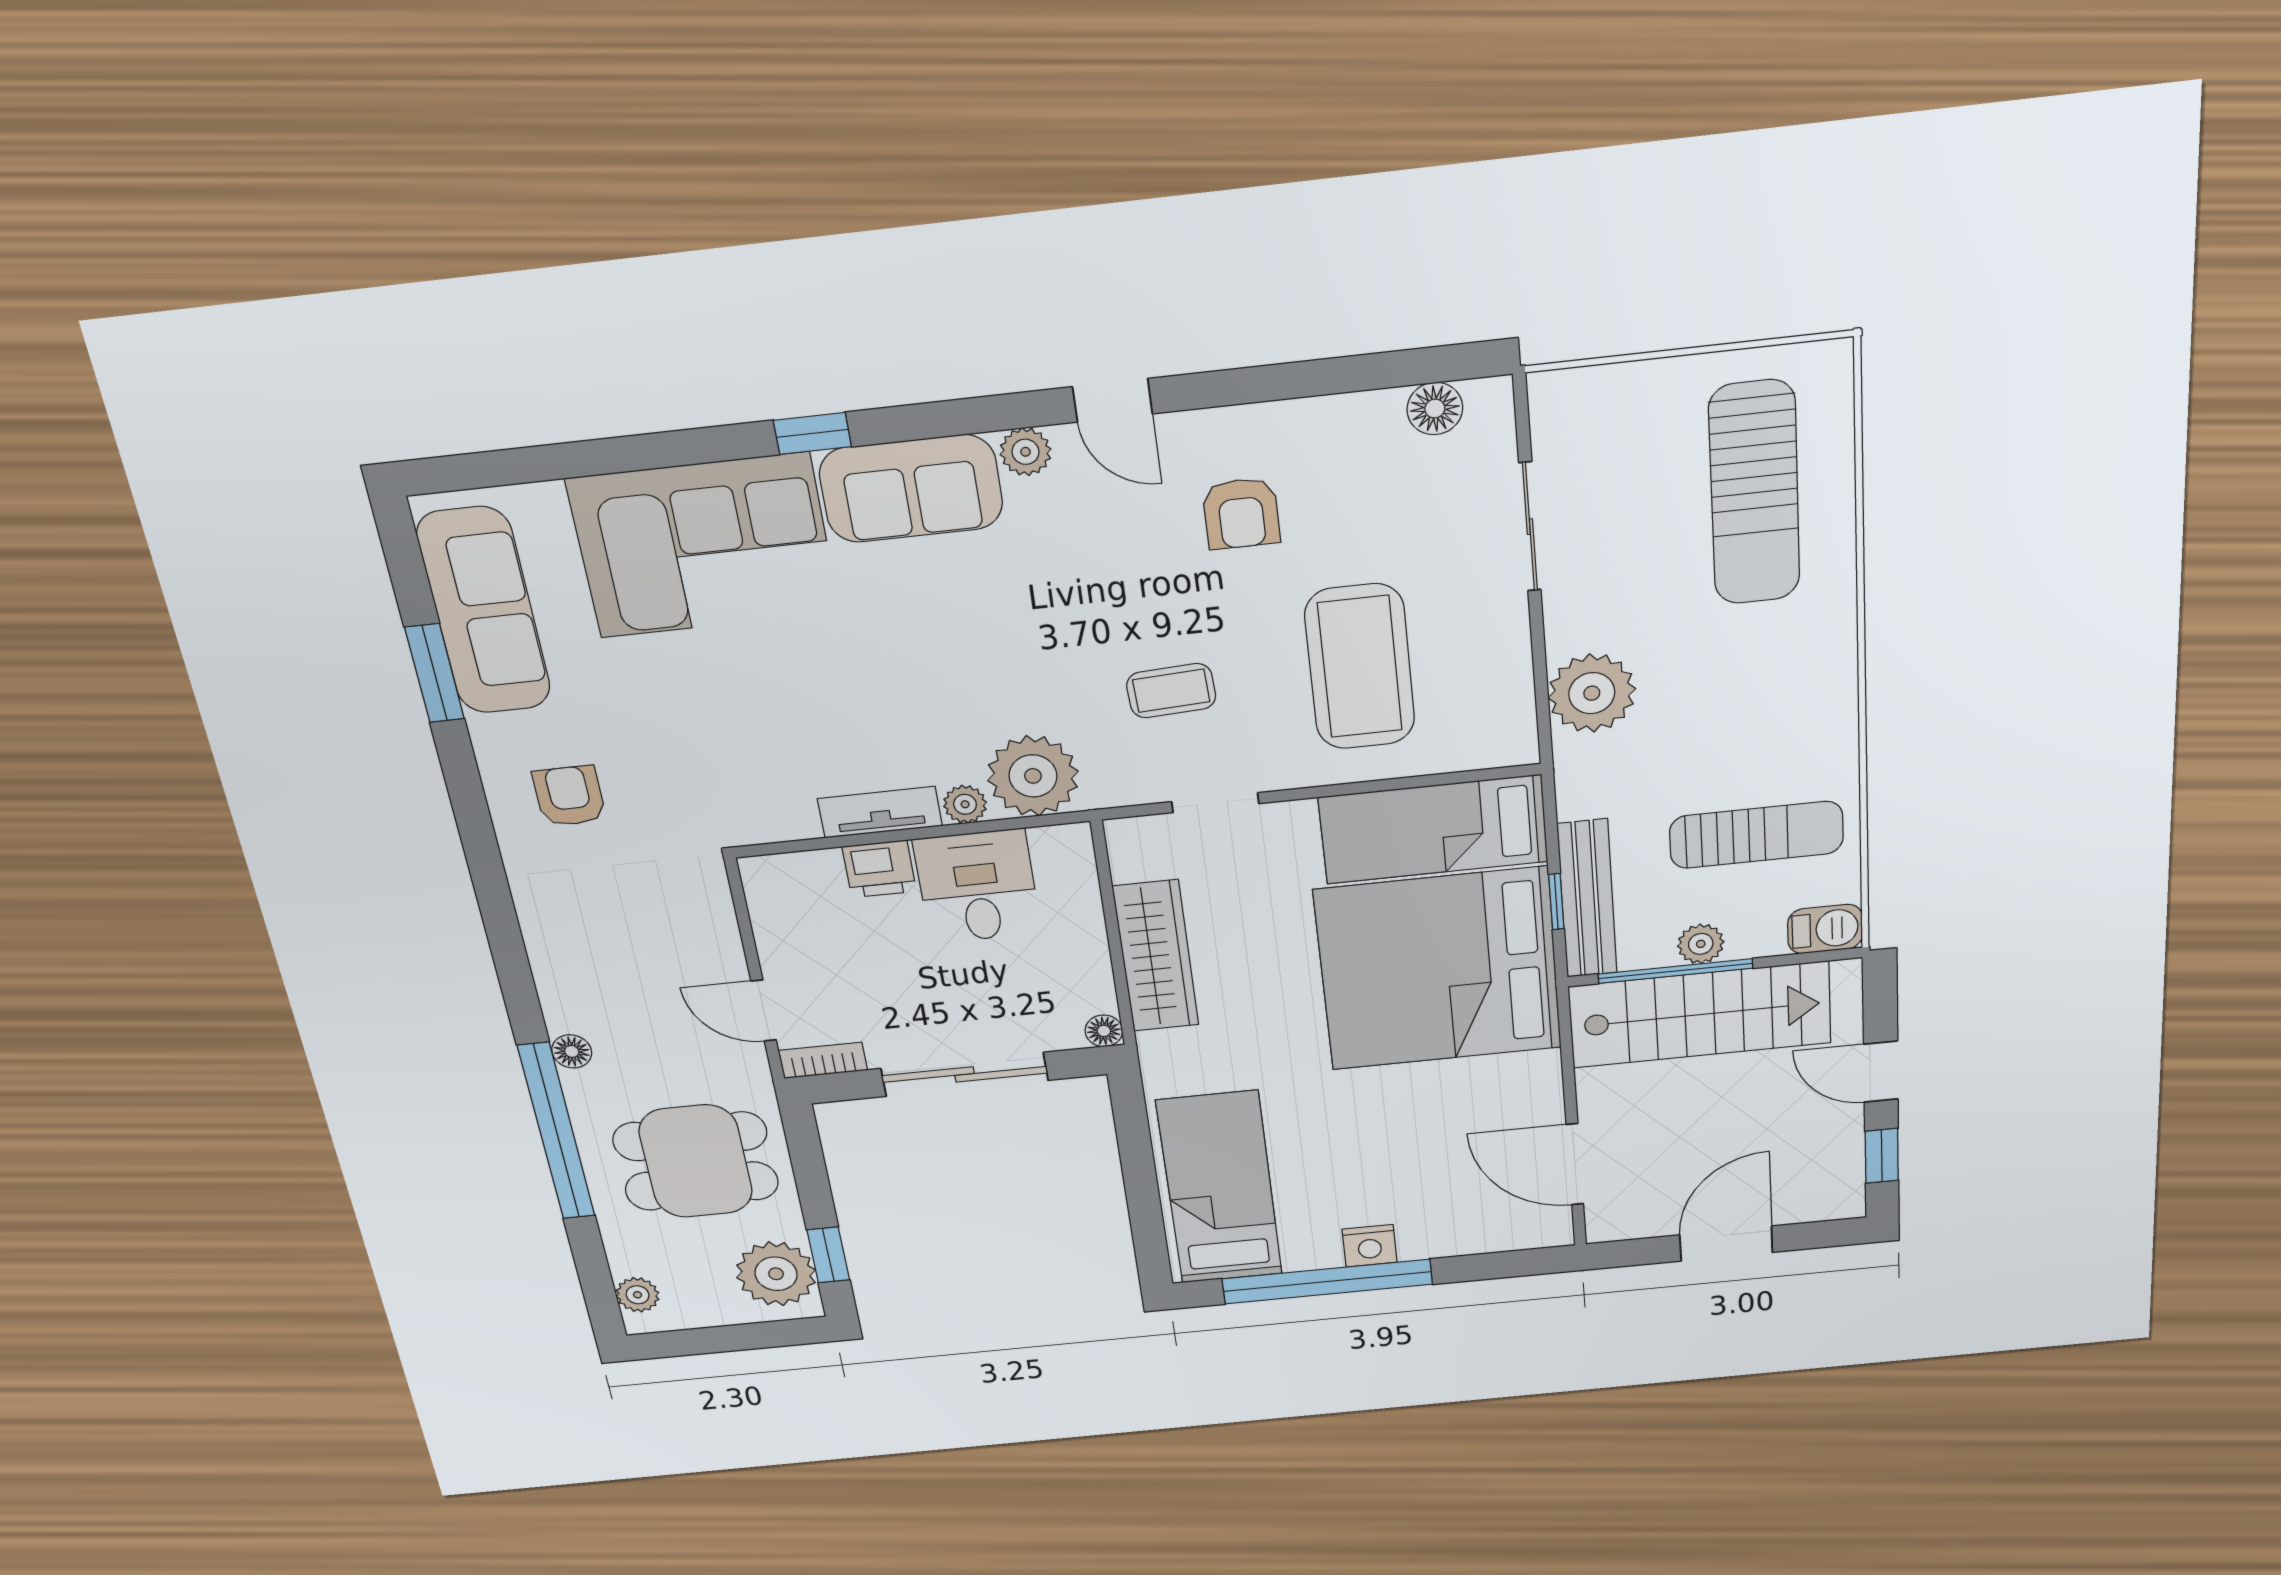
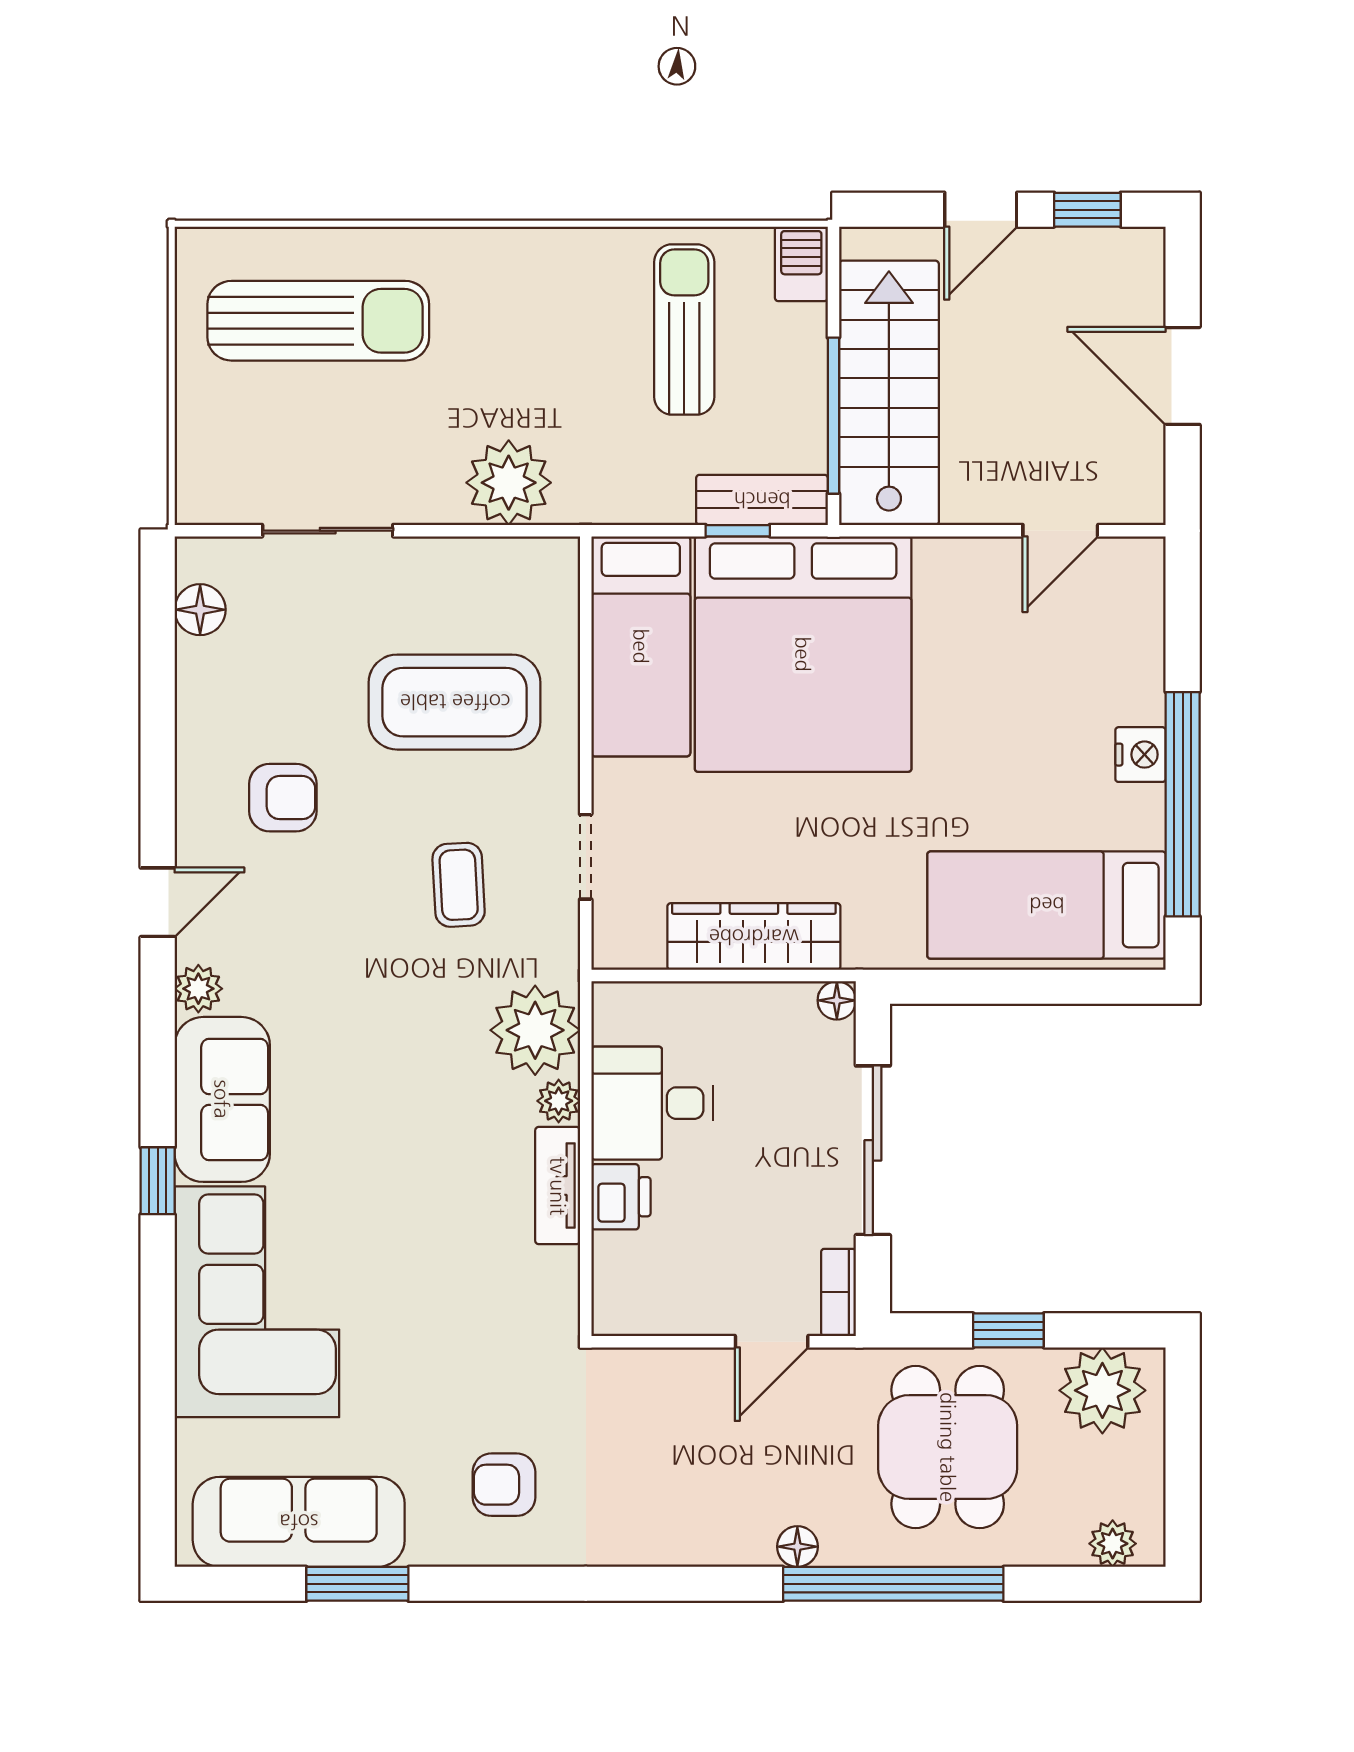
bench: (1587, 899) -> (762, 500), width x0.73
plant: (1701, 944) -> (804, 389), removed
door: (1575, 1164) -> (1060, 531), width x0.73
window: (828, 1255) -> (1008, 1330), moved

